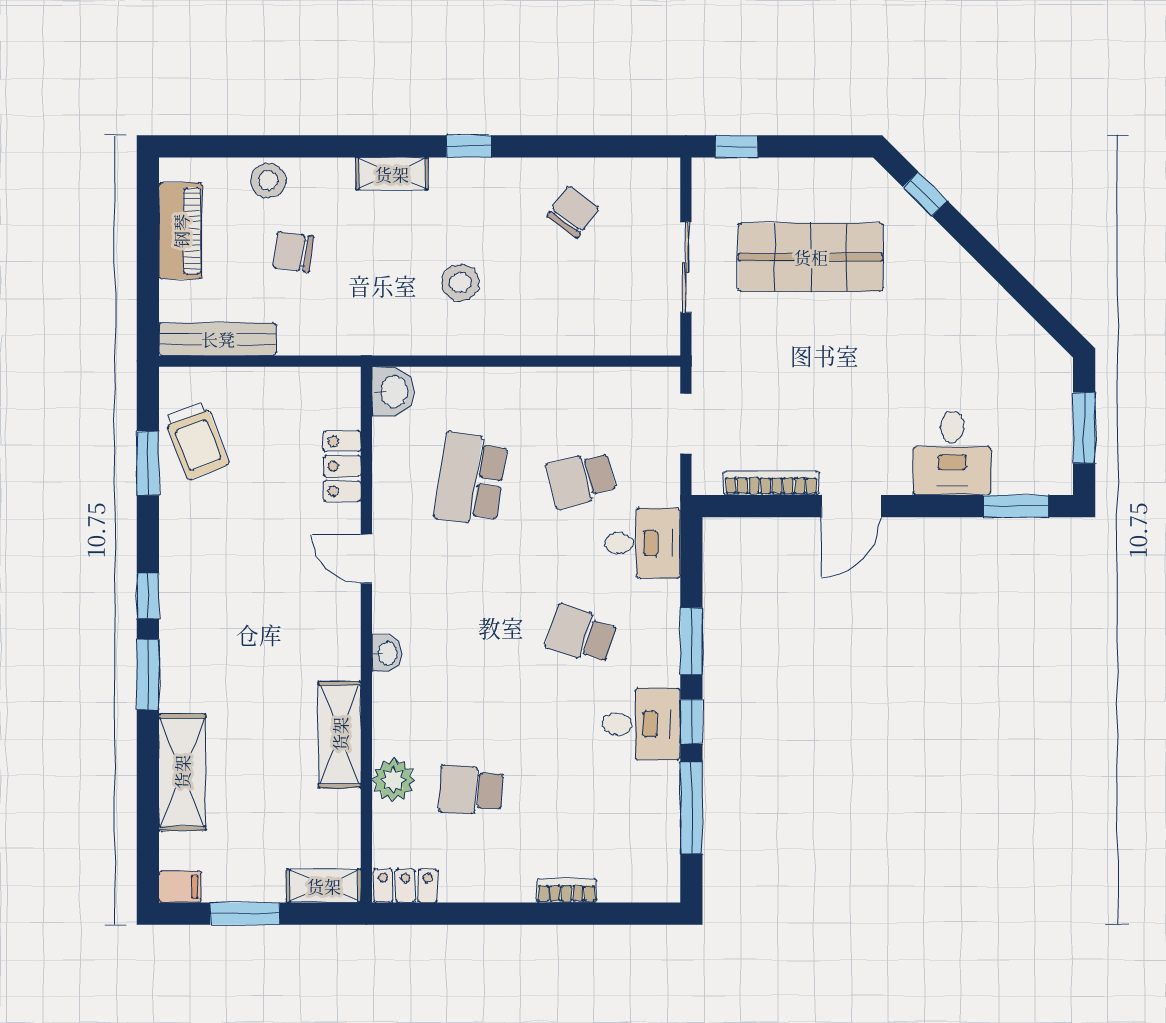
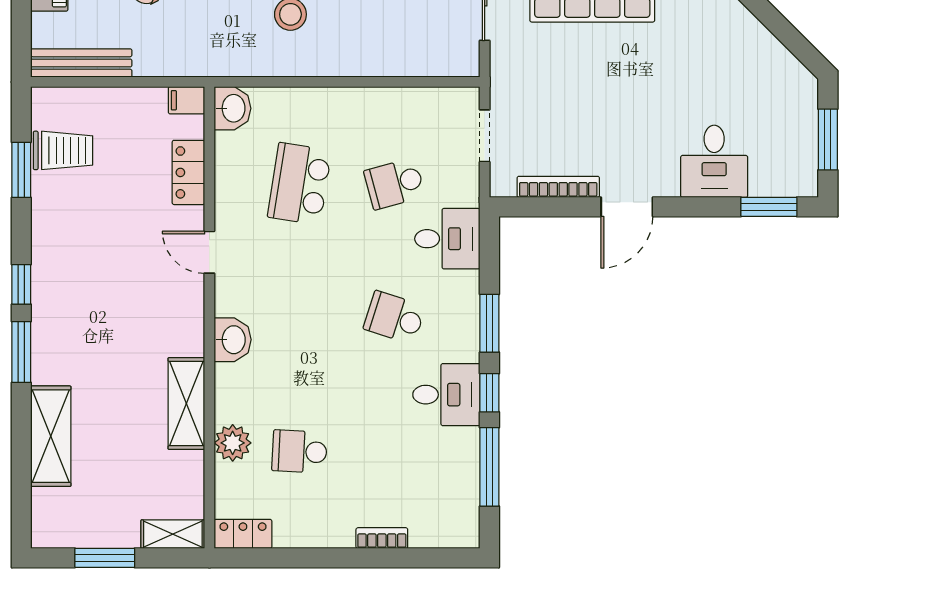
trolley: (196, 441) -> (63, 150), turned -69
washbasin: (387, 653) -> (233, 340), width x1.38, depth x1.45
filing cabinet: (180, 887) -> (187, 100), moved, turned 180

